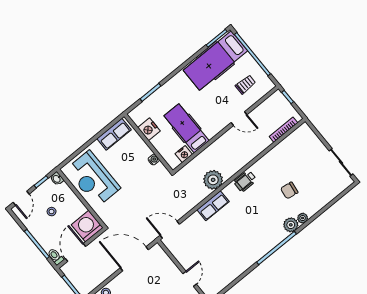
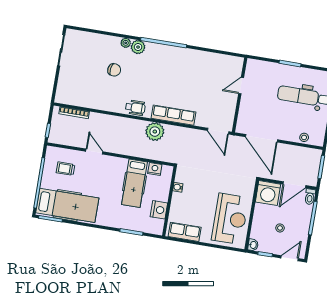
row of seats: (213, 206) -> (173, 115), width x1.48

